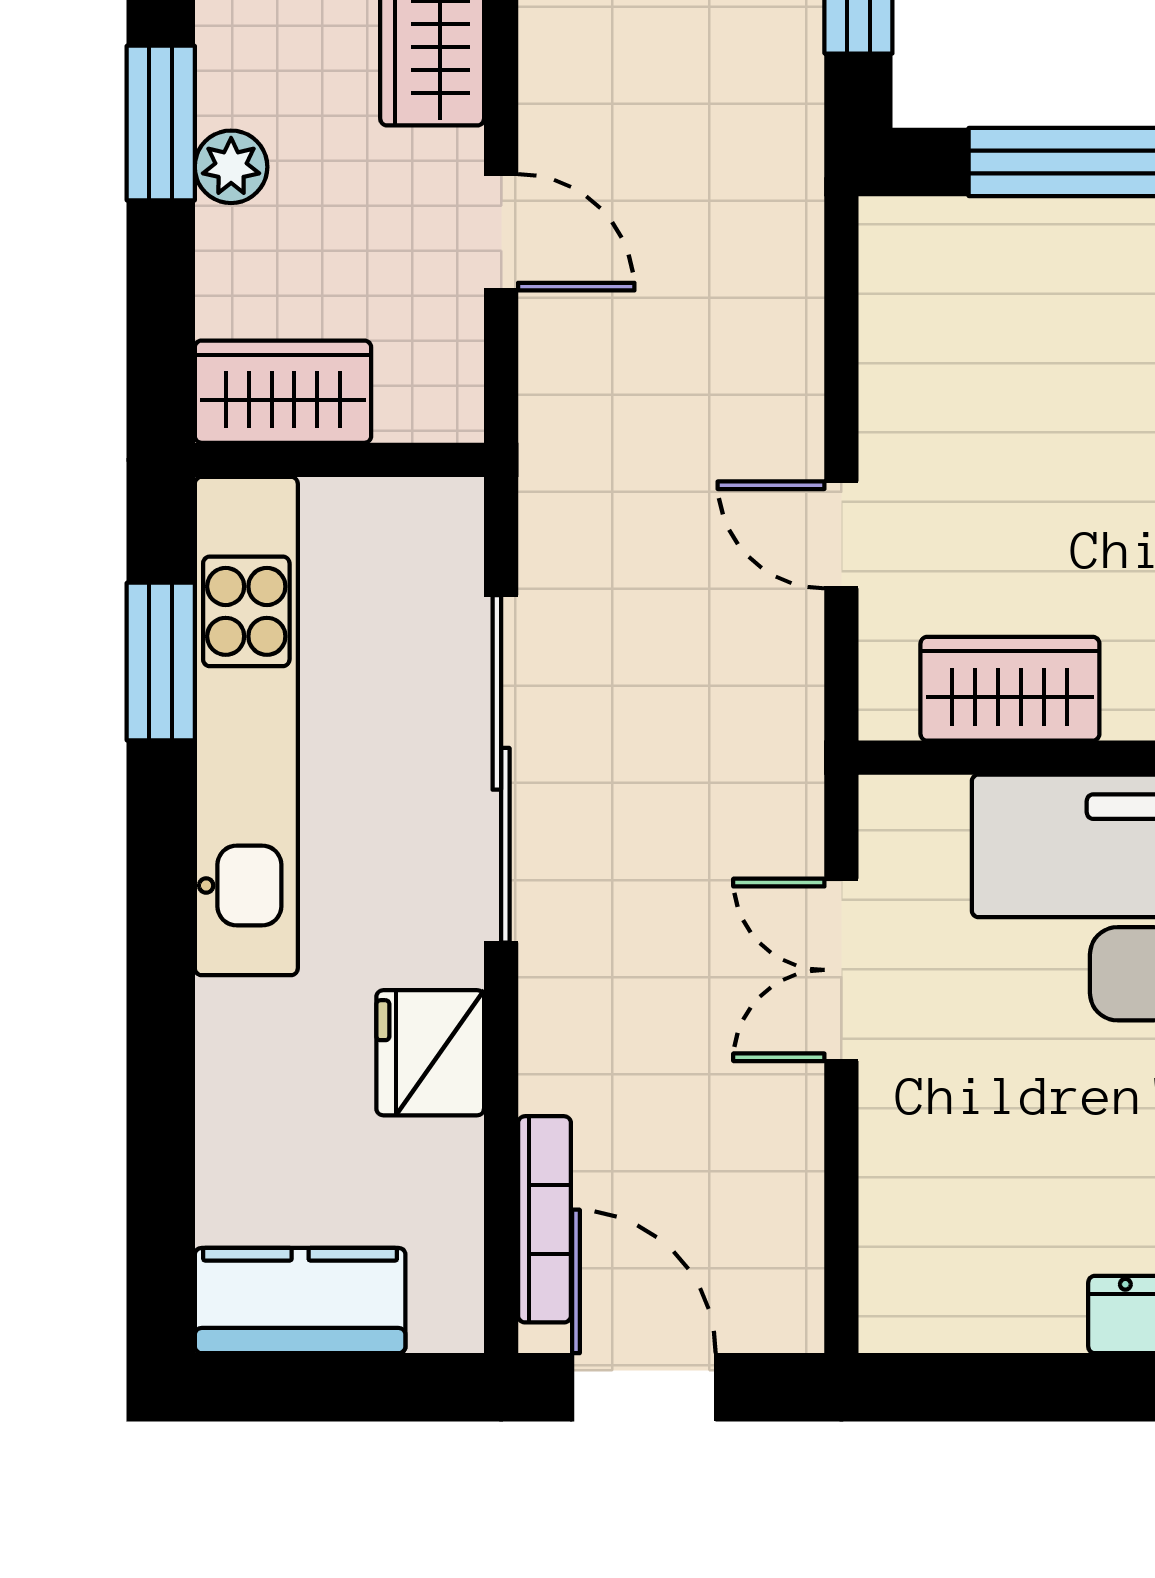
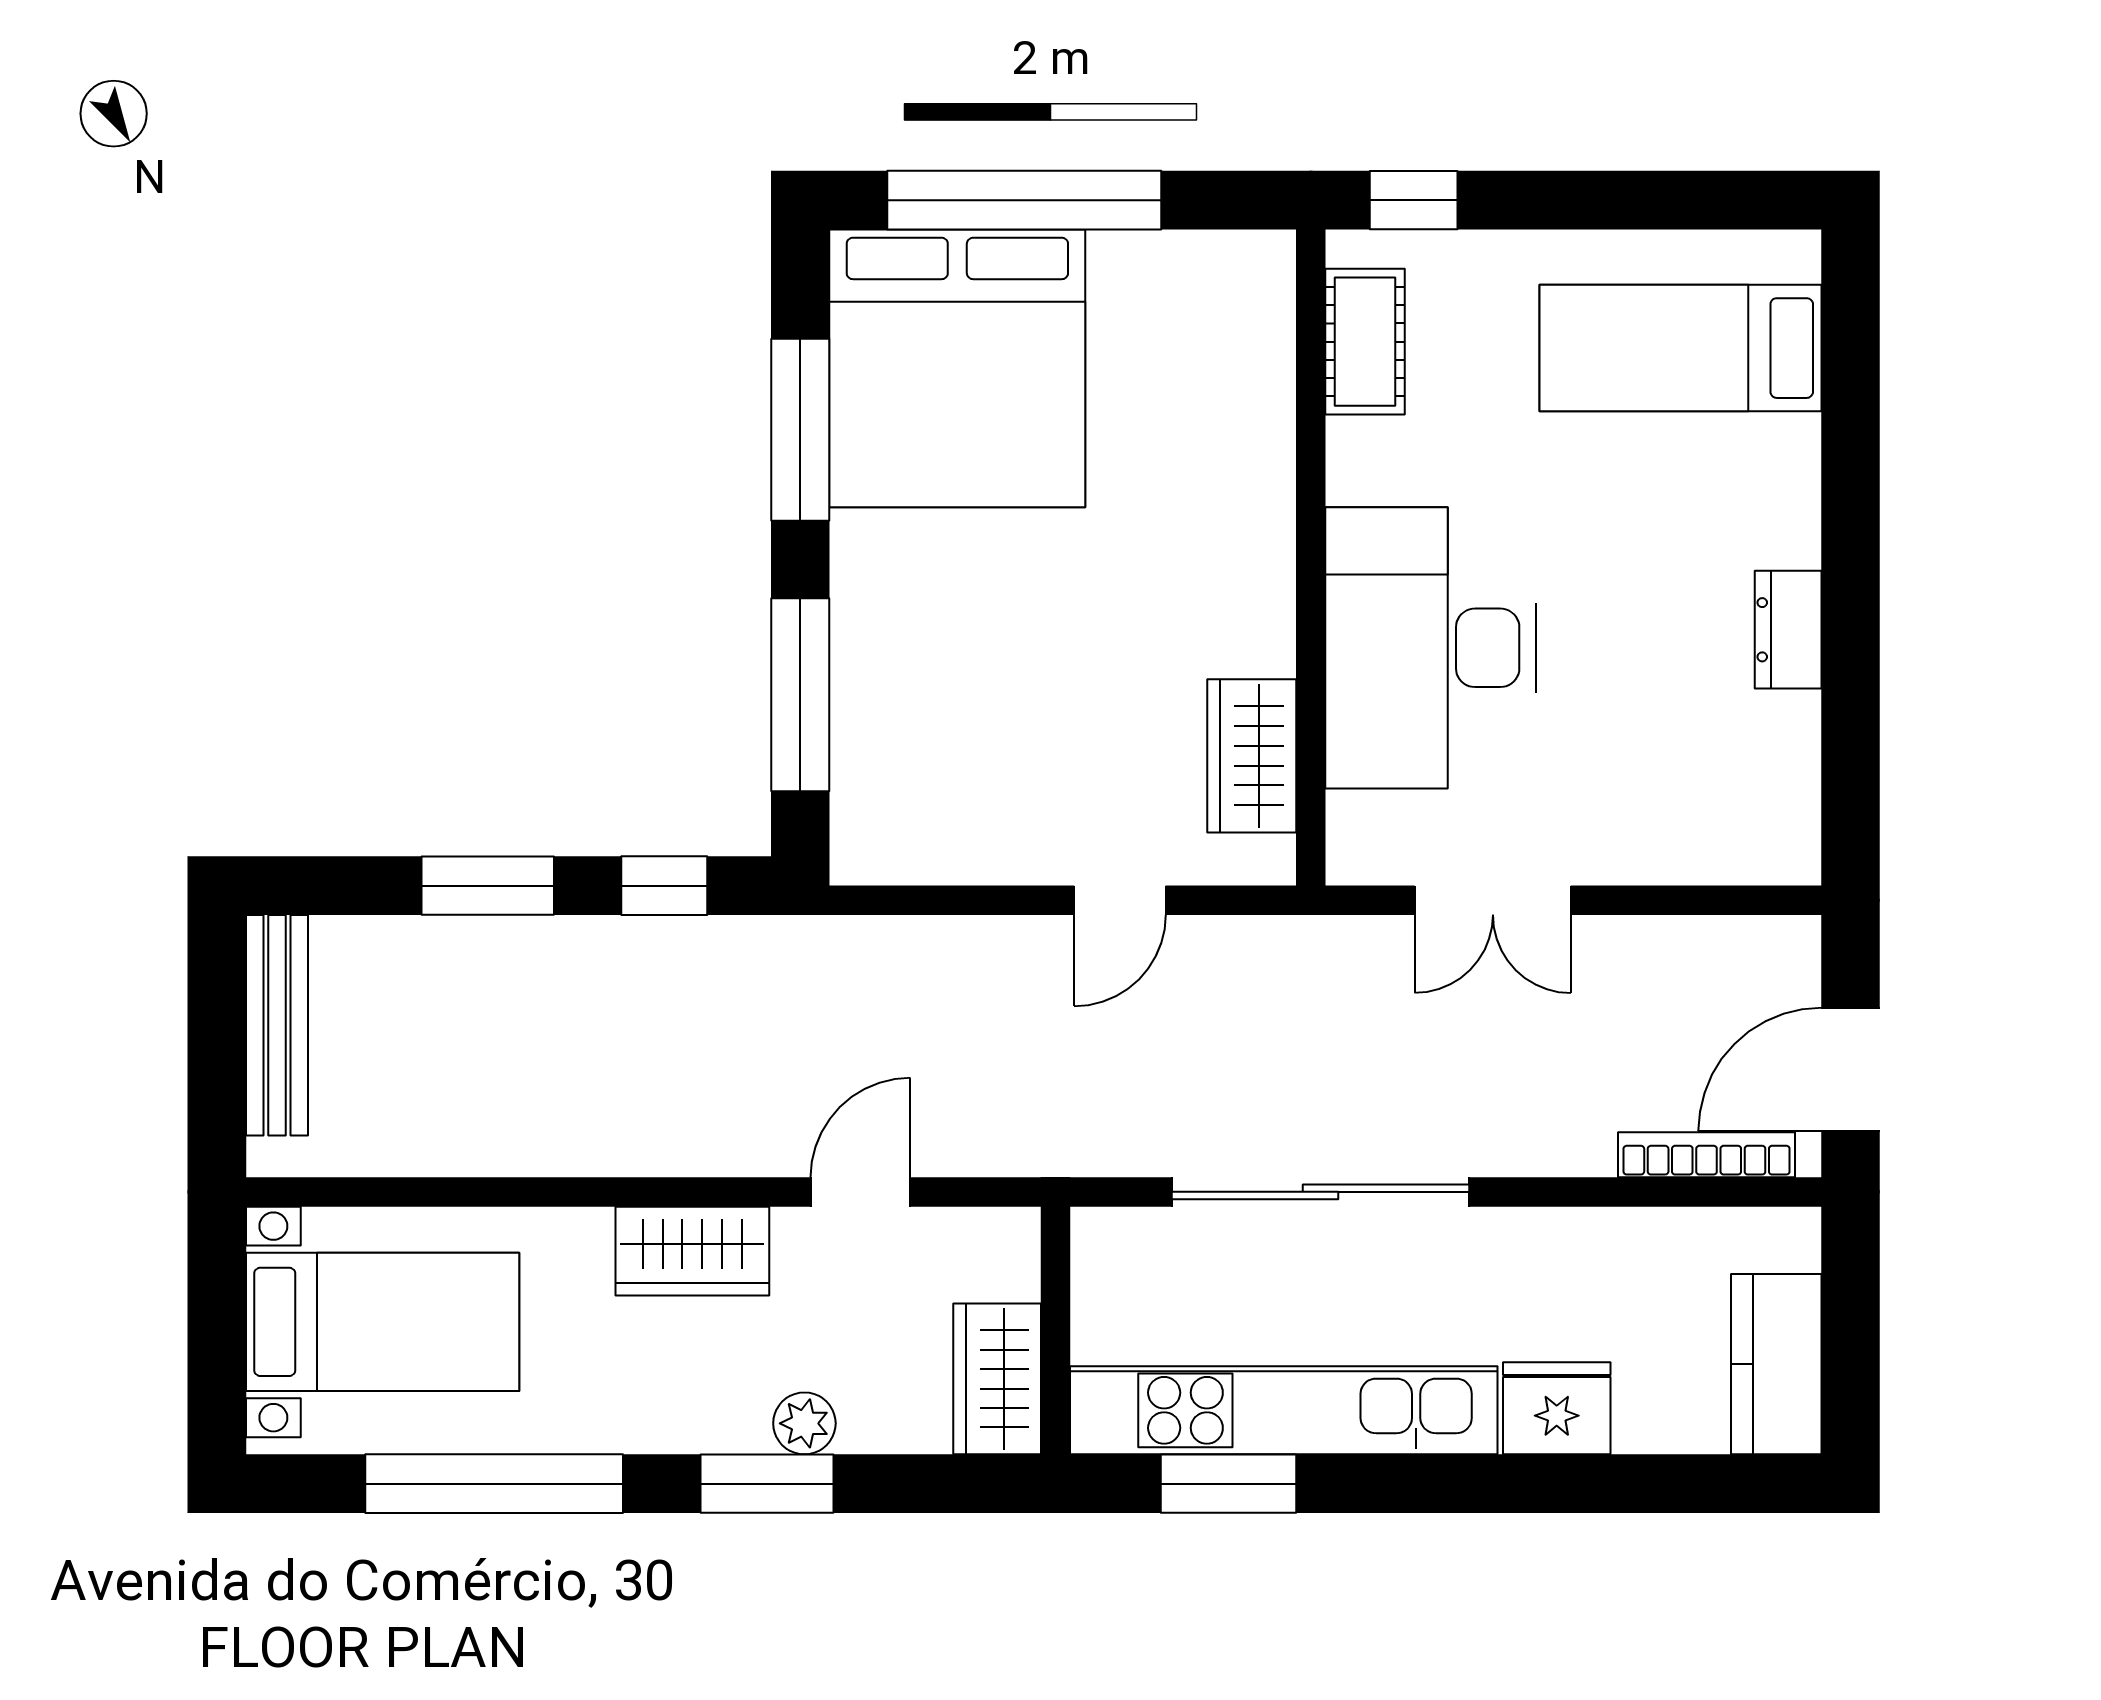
fridge: (430, 1053) -> (1557, 1408), moved, turned 180

